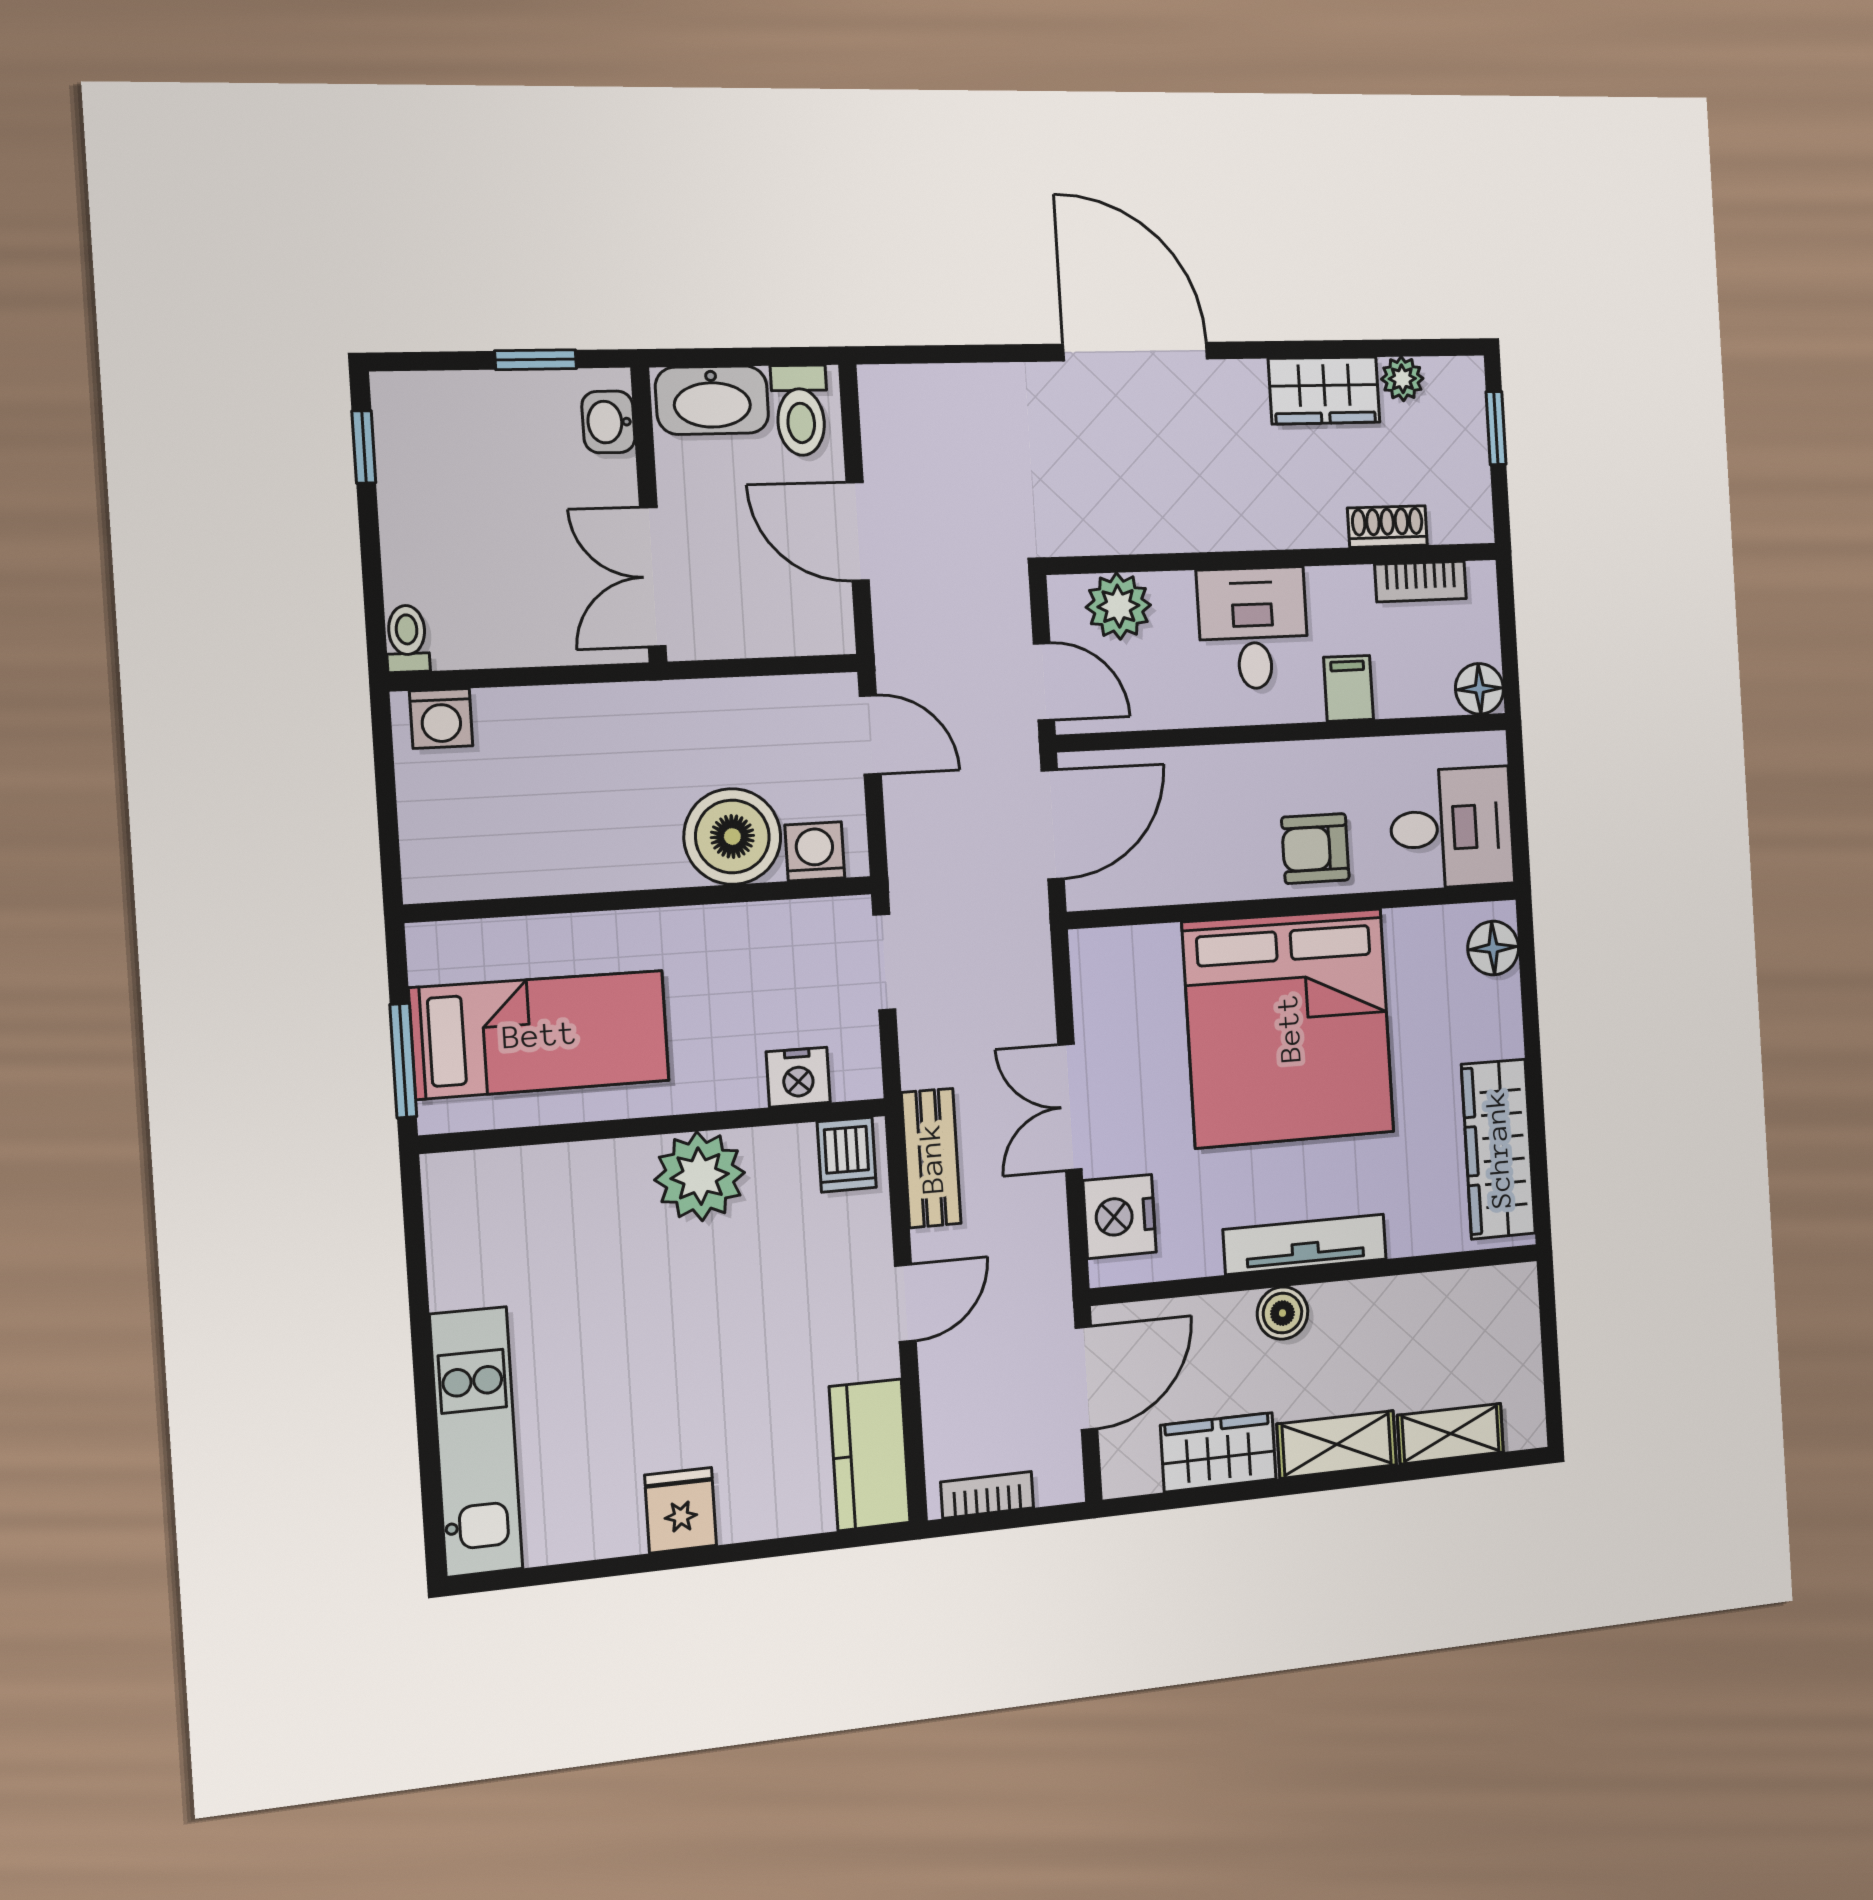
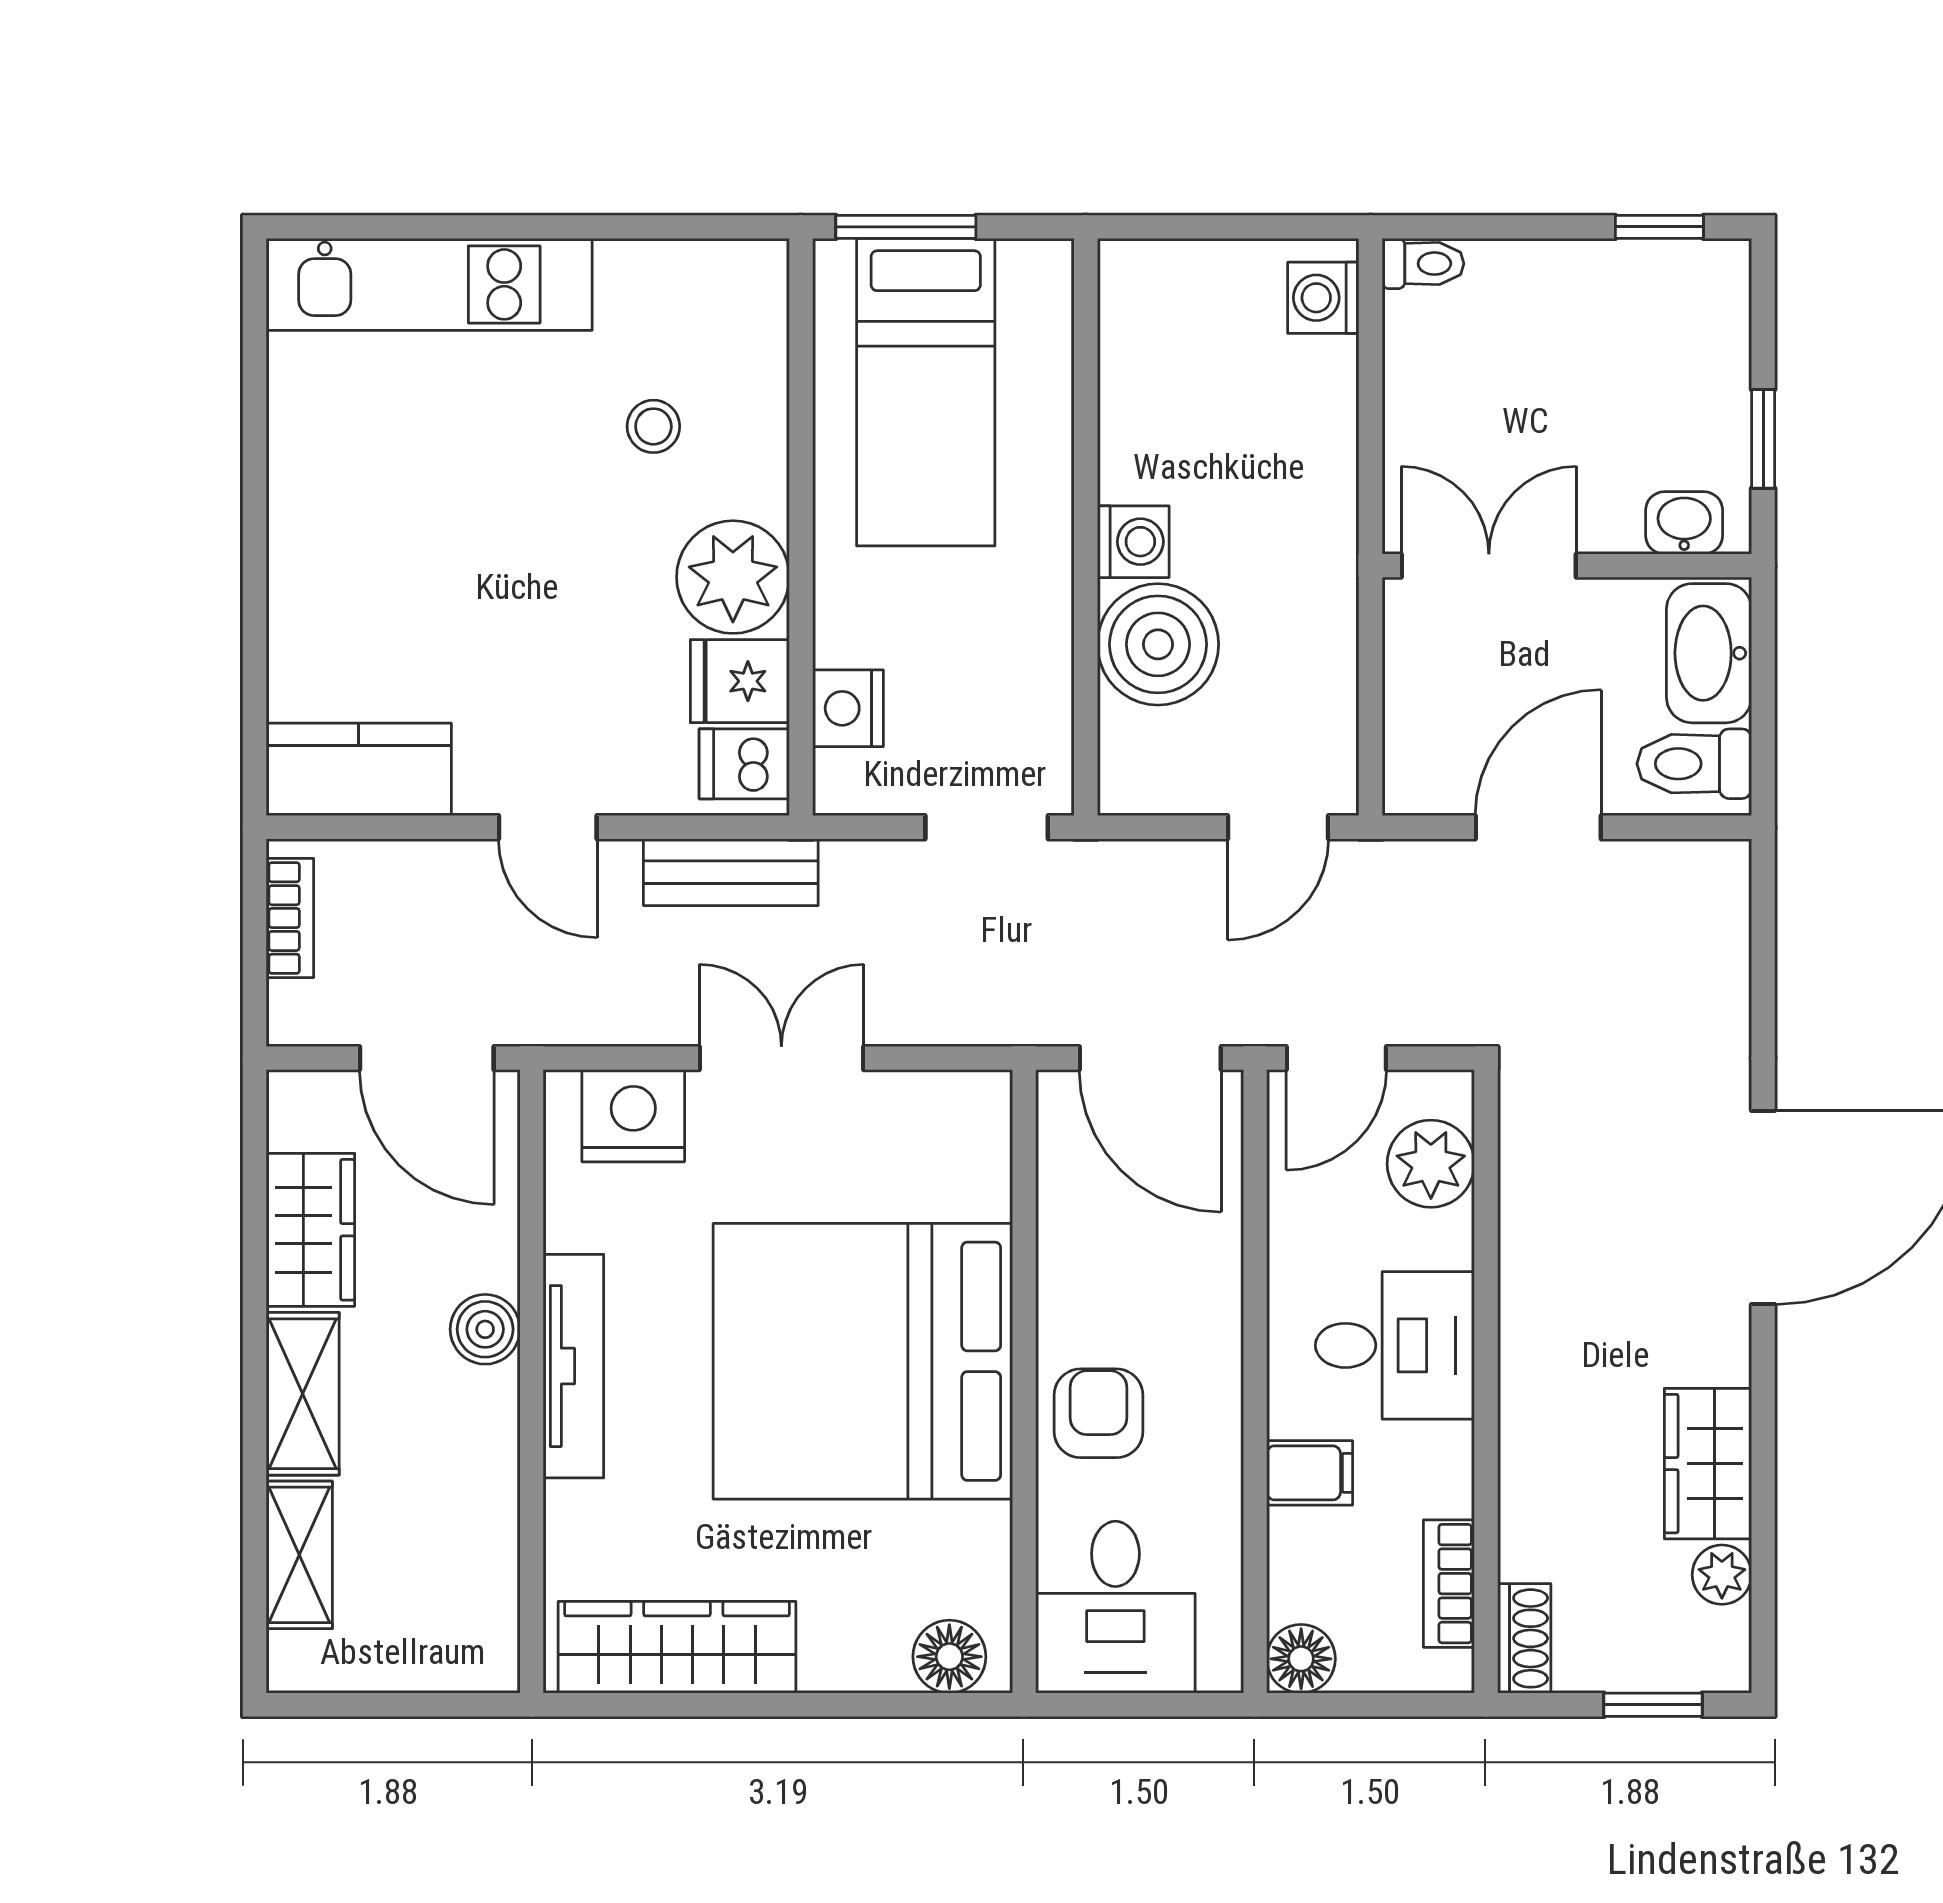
shoe rack: (1387, 526) -> (1524, 1638), moved
washing machine: (815, 851) -> (1133, 542), moved
stool: (582, 1250) -> (653, 426), added
fridge: (681, 1510) -> (740, 681), moved, turned 180

